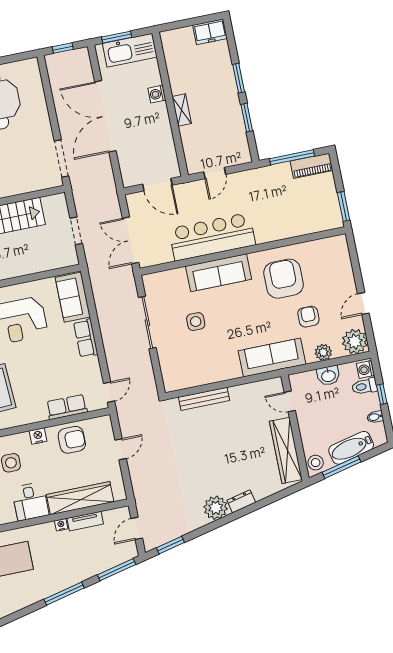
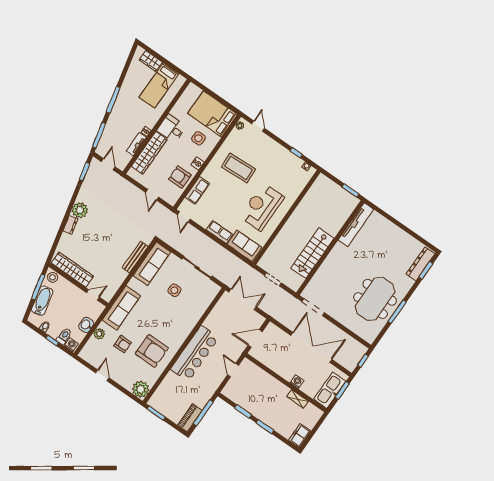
shelving: (182, 110) -> (297, 399), moved
bar counter: (212, 237) -> (195, 353), moved
sofa: (219, 273) -> (152, 264), moved, turned 180
plant: (355, 342) -> (141, 389), moved
armchair: (72, 440) -> (180, 177), turned 90

